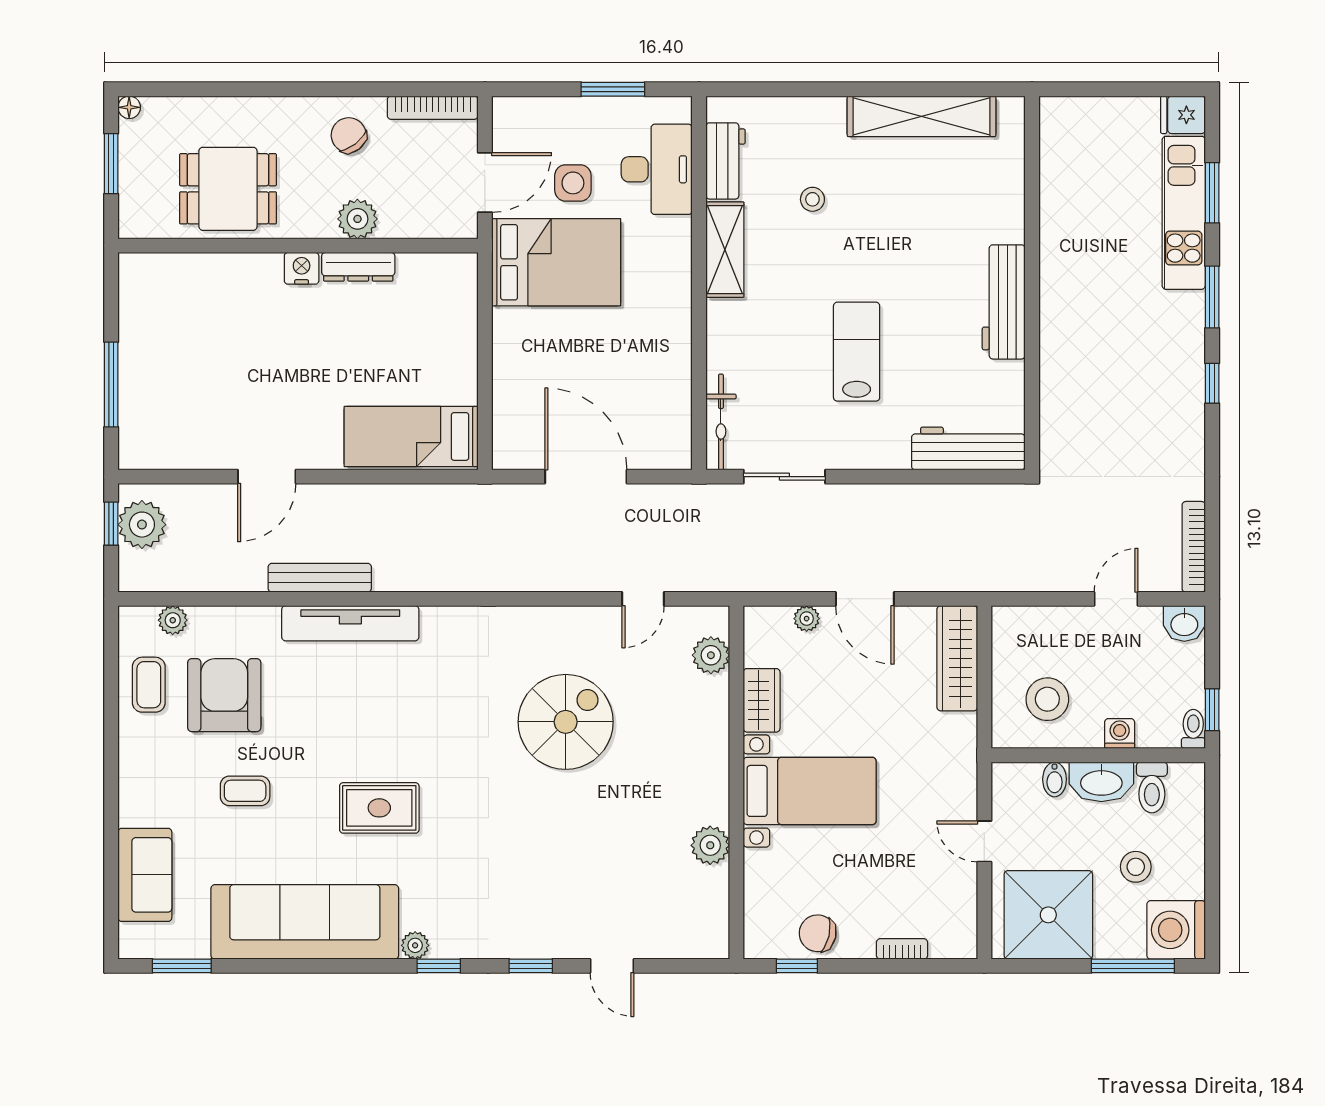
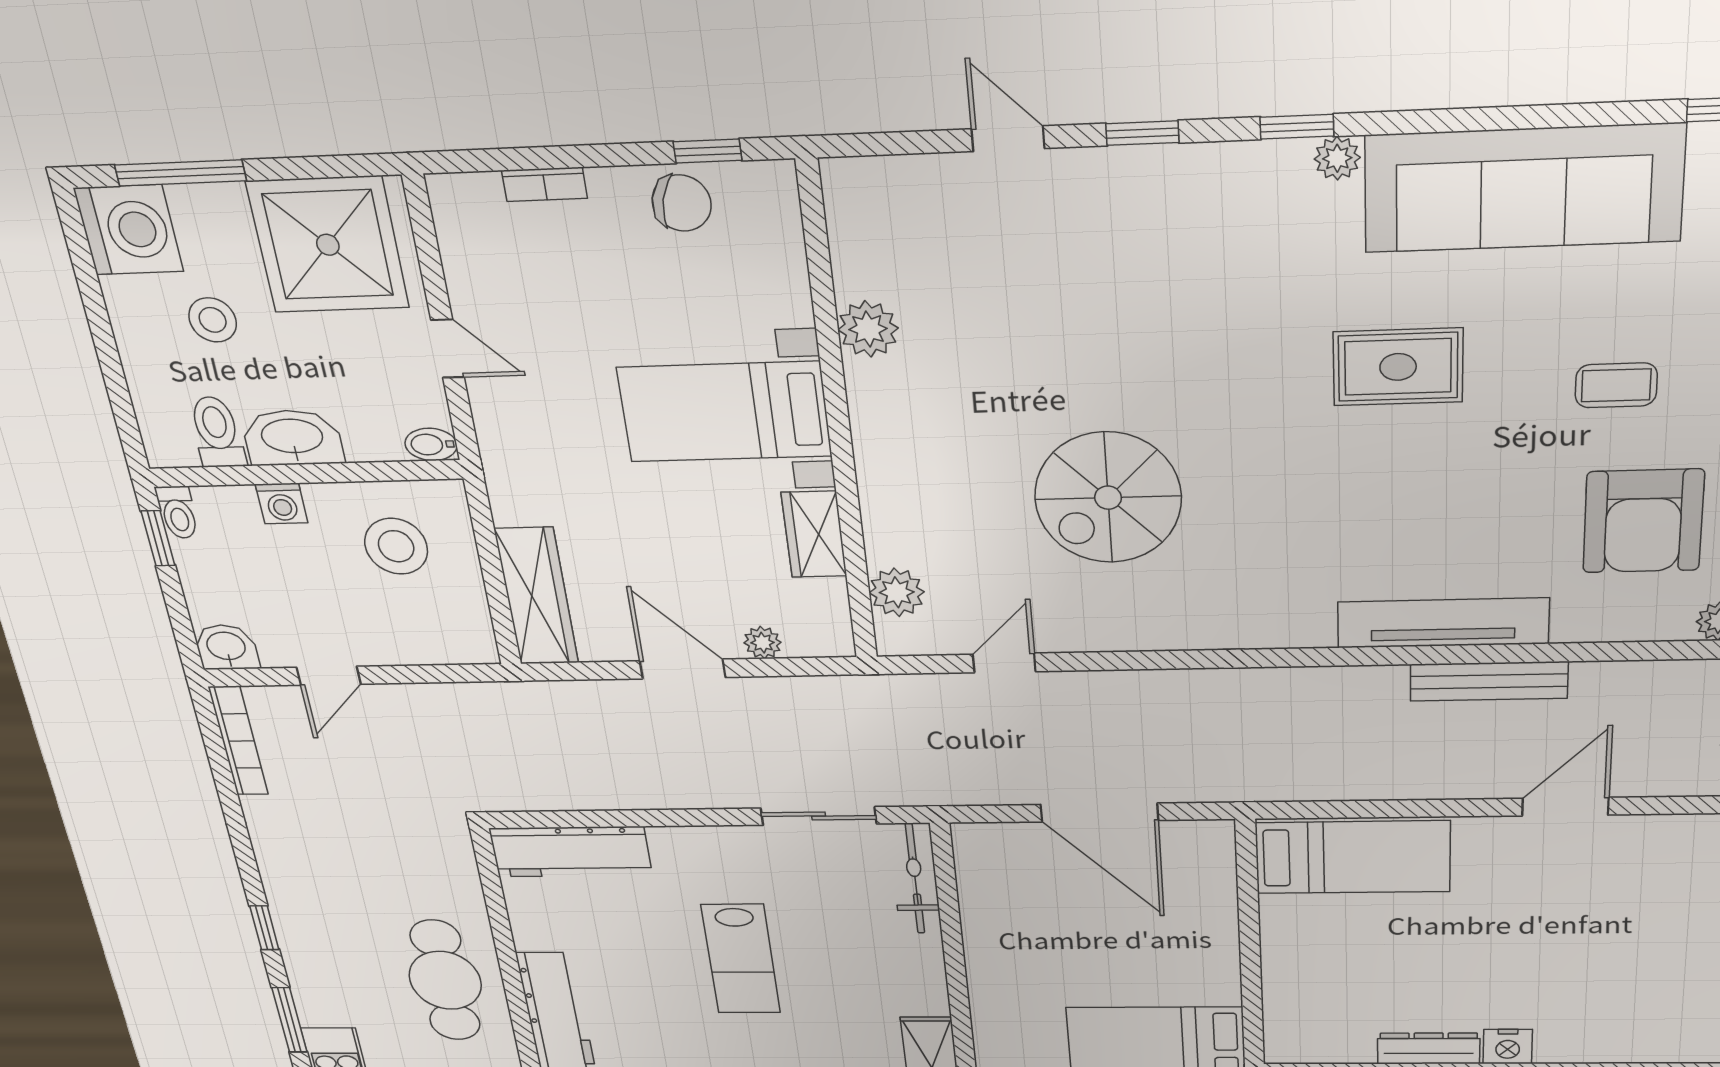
cafe table: (1083, 334) -> (445, 980), added
bidet: (1055, 779) -> (431, 444), moved, turned -90

